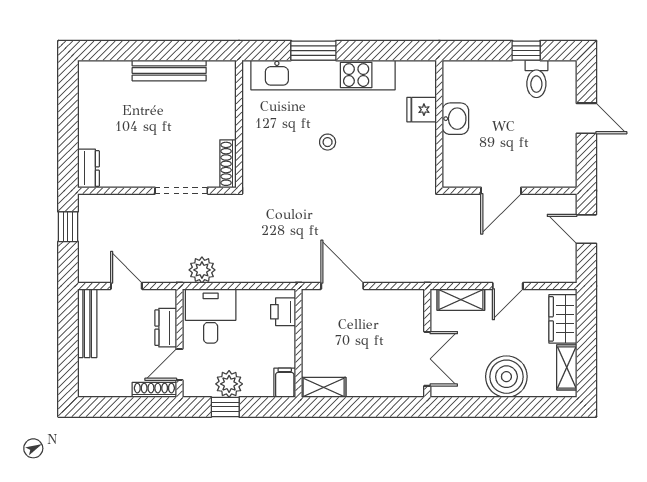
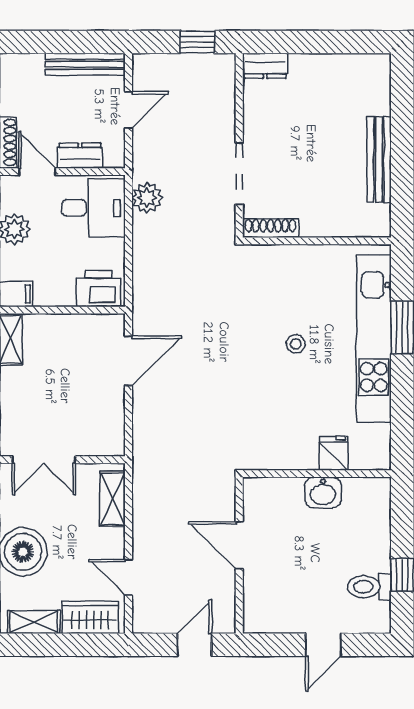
door: (508, 286) -> (128, 577), moved
printer: (283, 312) -> (98, 289), width x1.36, depth x1.24

